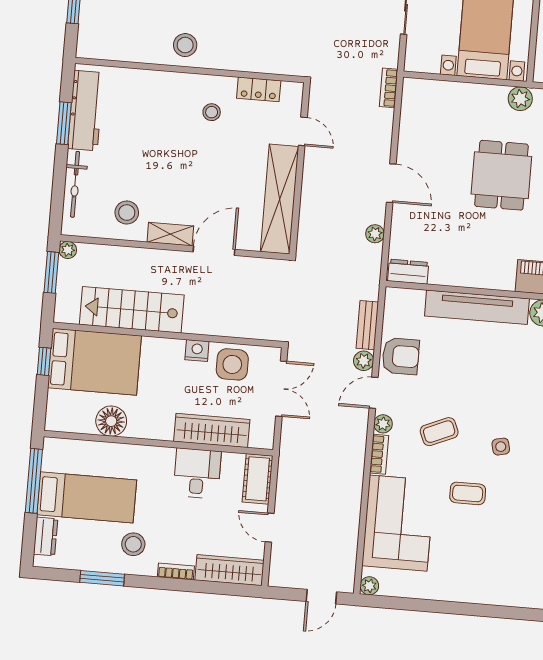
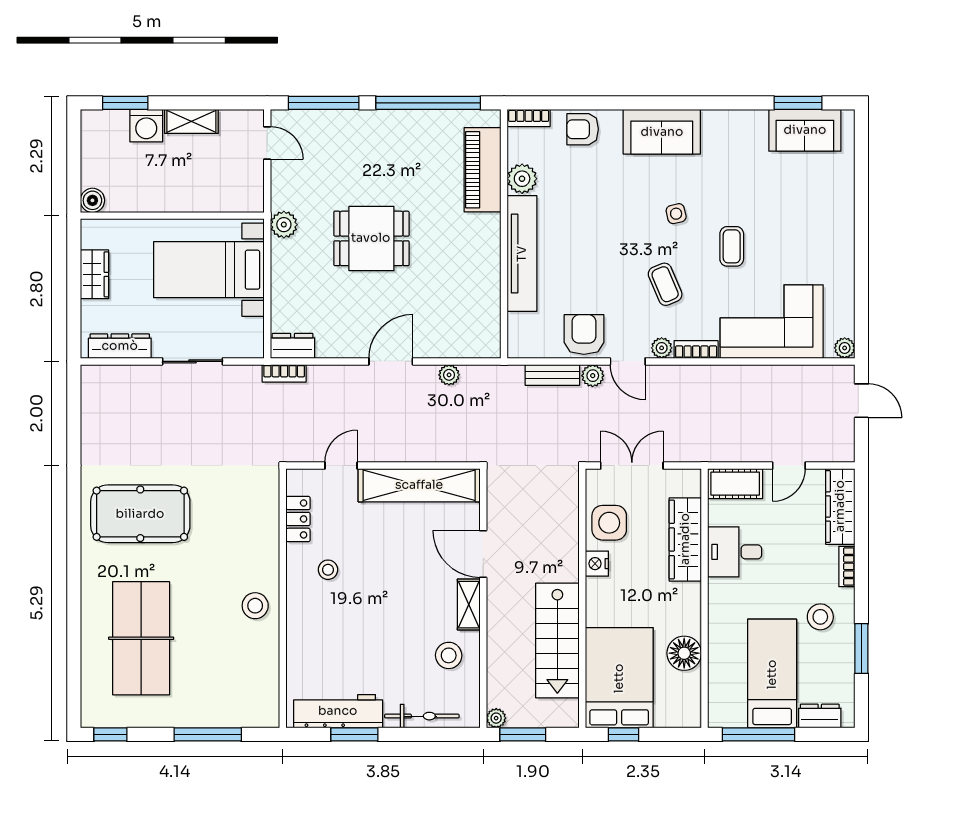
dresser: (408, 272) -> (292, 346), moved, turned 90

